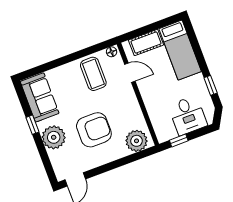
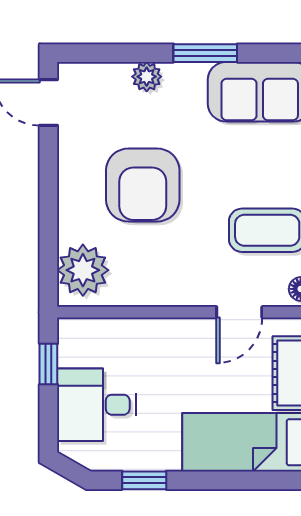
window: (32, 125) -> (205, 53), width x1.50
plant: (54, 137) -> (147, 77), width x0.53, depth x0.53

